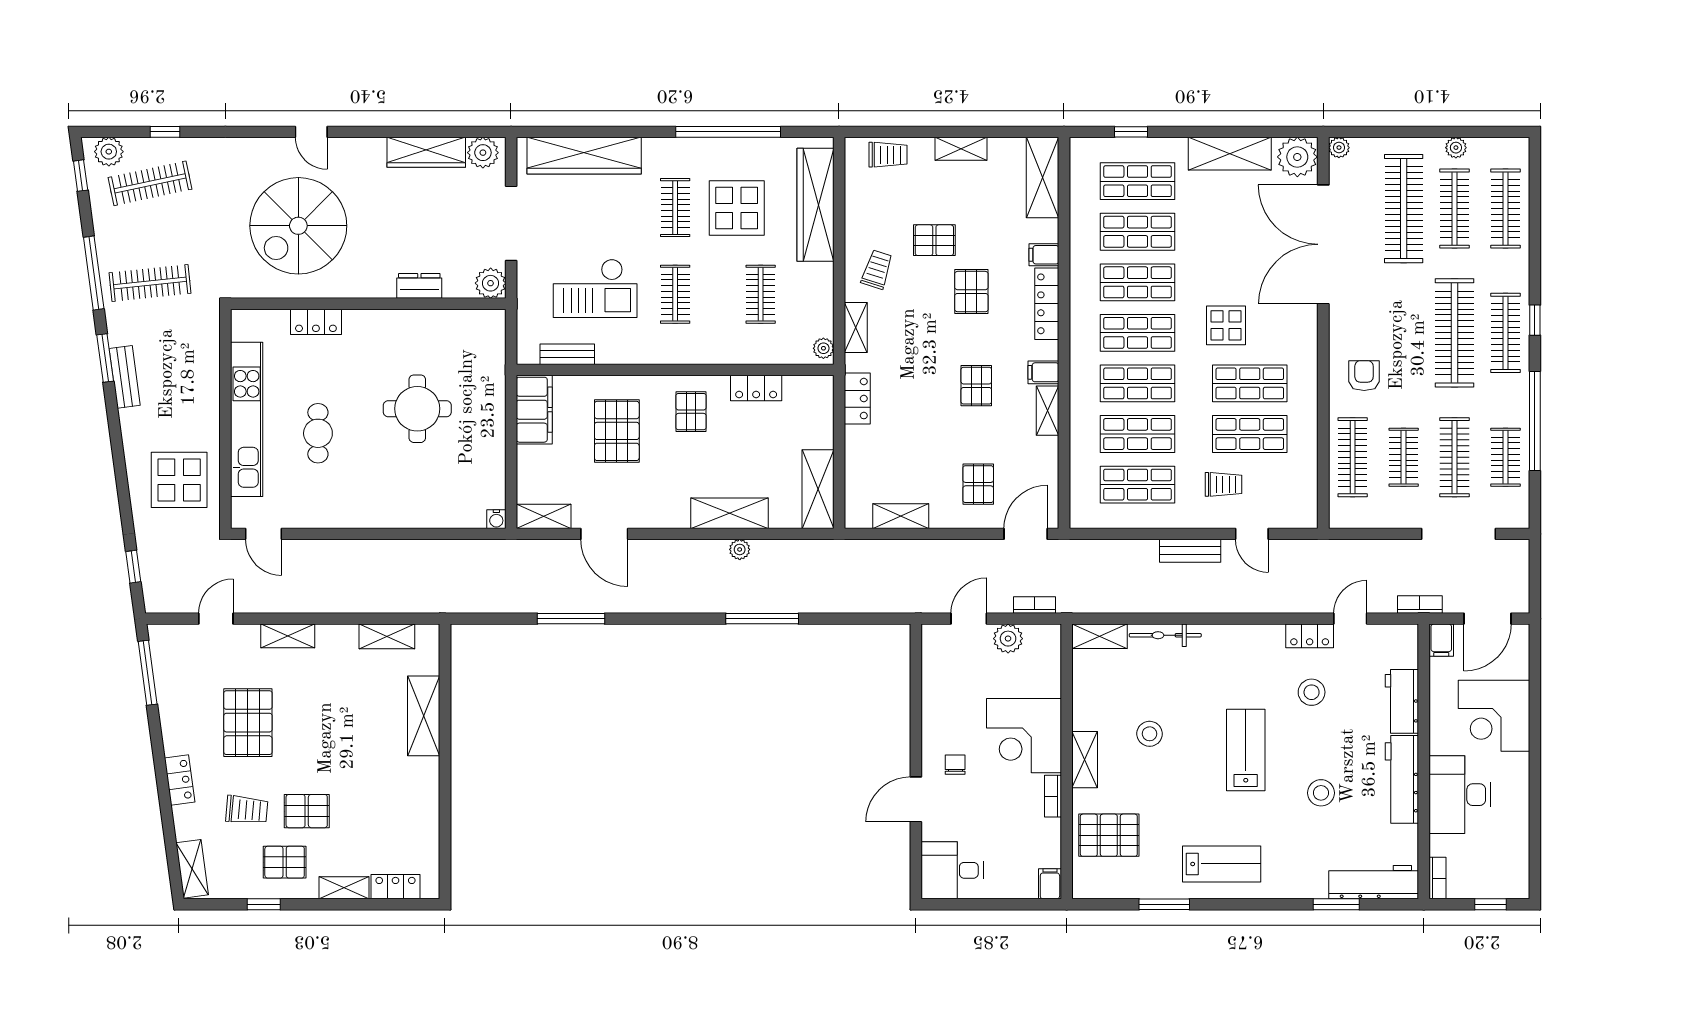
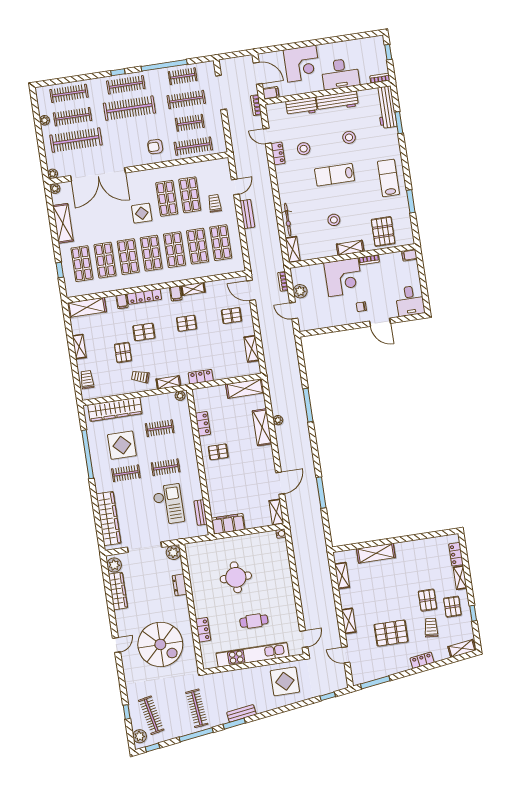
plant: (1297, 157) -> (55, 189), width x0.53, depth x0.53
pallet: (617, 431) -> (232, 485), removed

